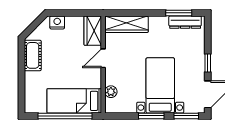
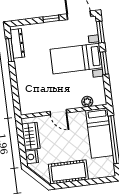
wardrobe: (126, 24) -> (26, 95), removed
wardrobe: (93, 31) -> (31, 136), moved, turned -90
cot: (33, 55) -> (68, 172), width x1.37, depth x1.34

